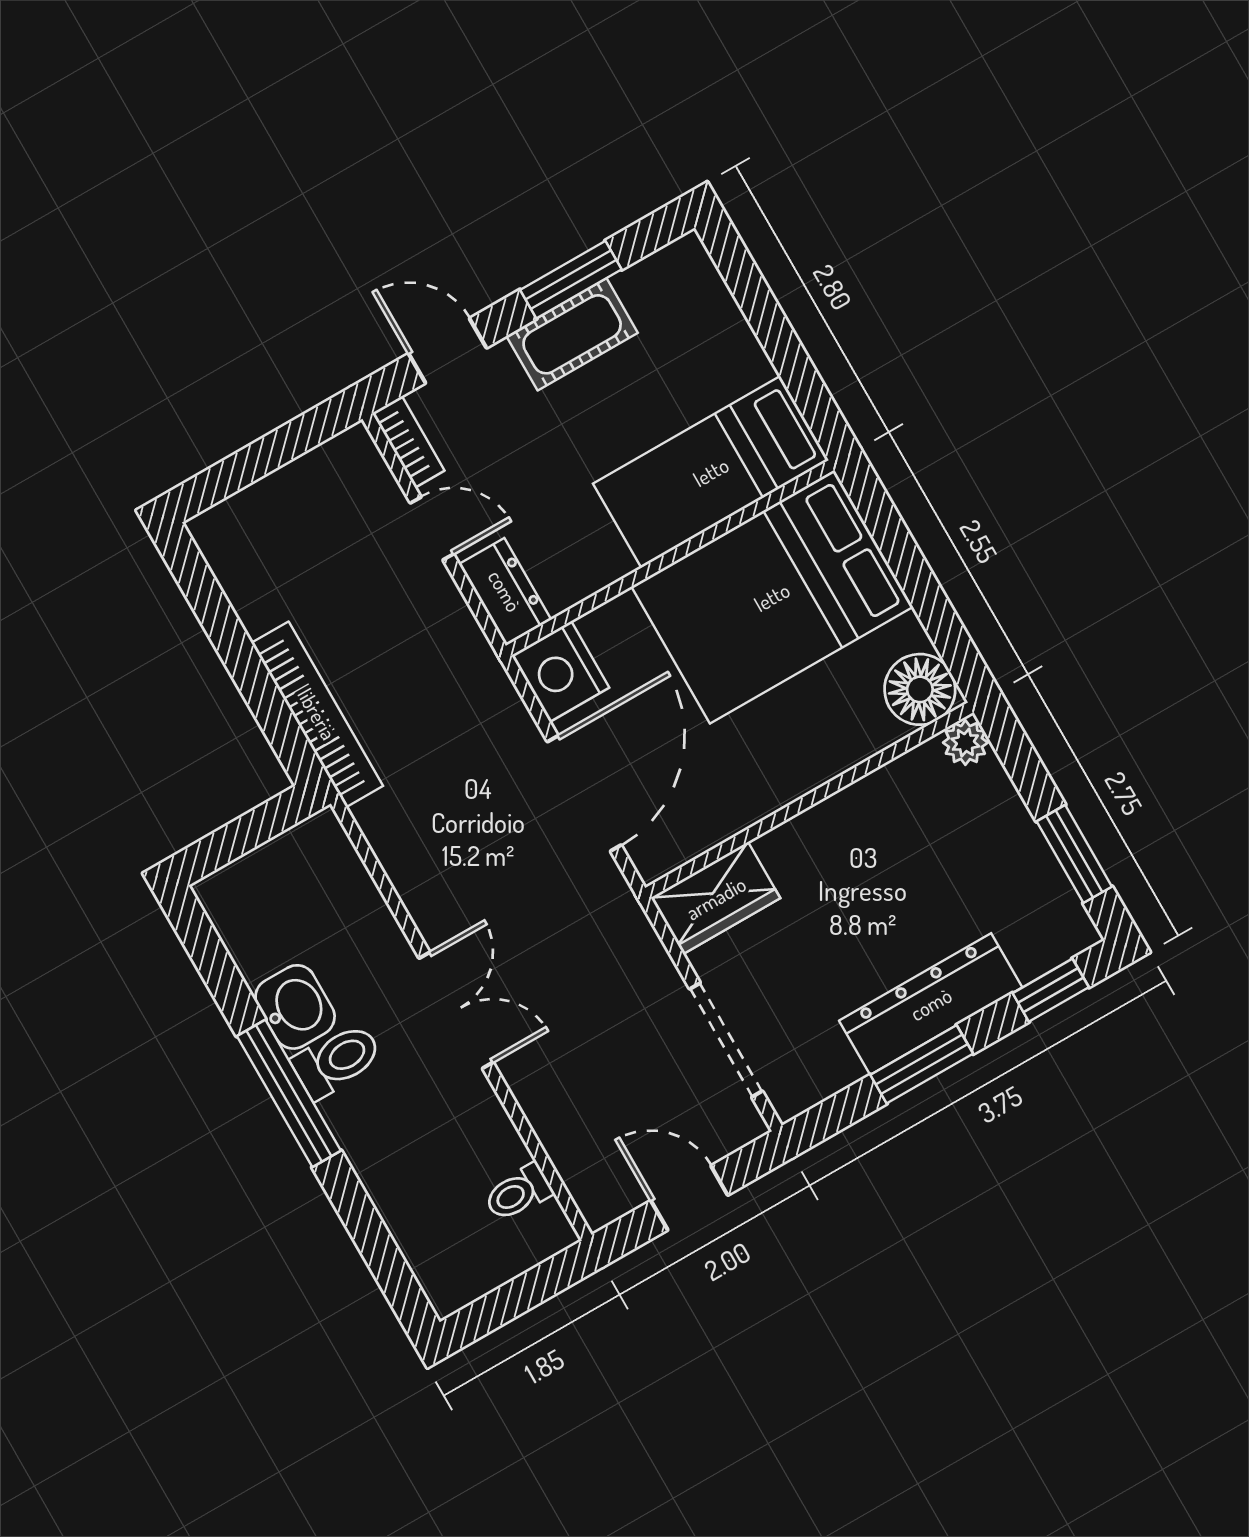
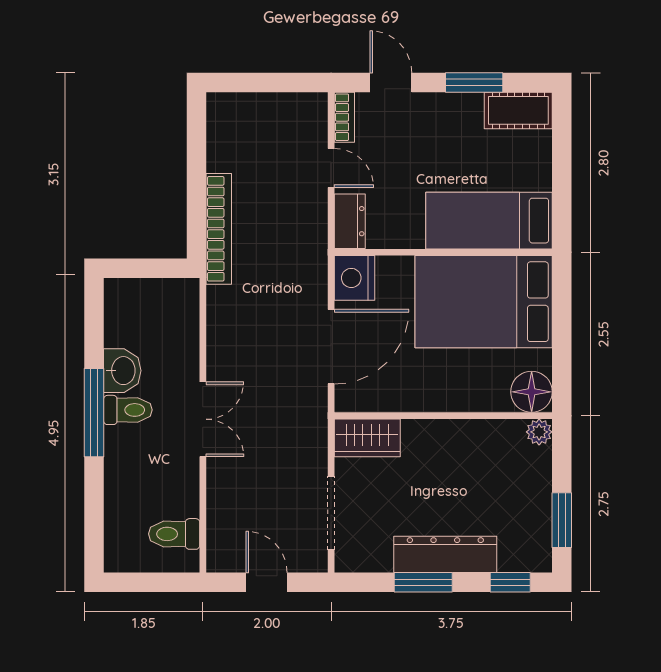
cot: (572, 334) -> (518, 110), moved
toilet: (518, 1193) -> (174, 534), width x1.37, depth x1.39

